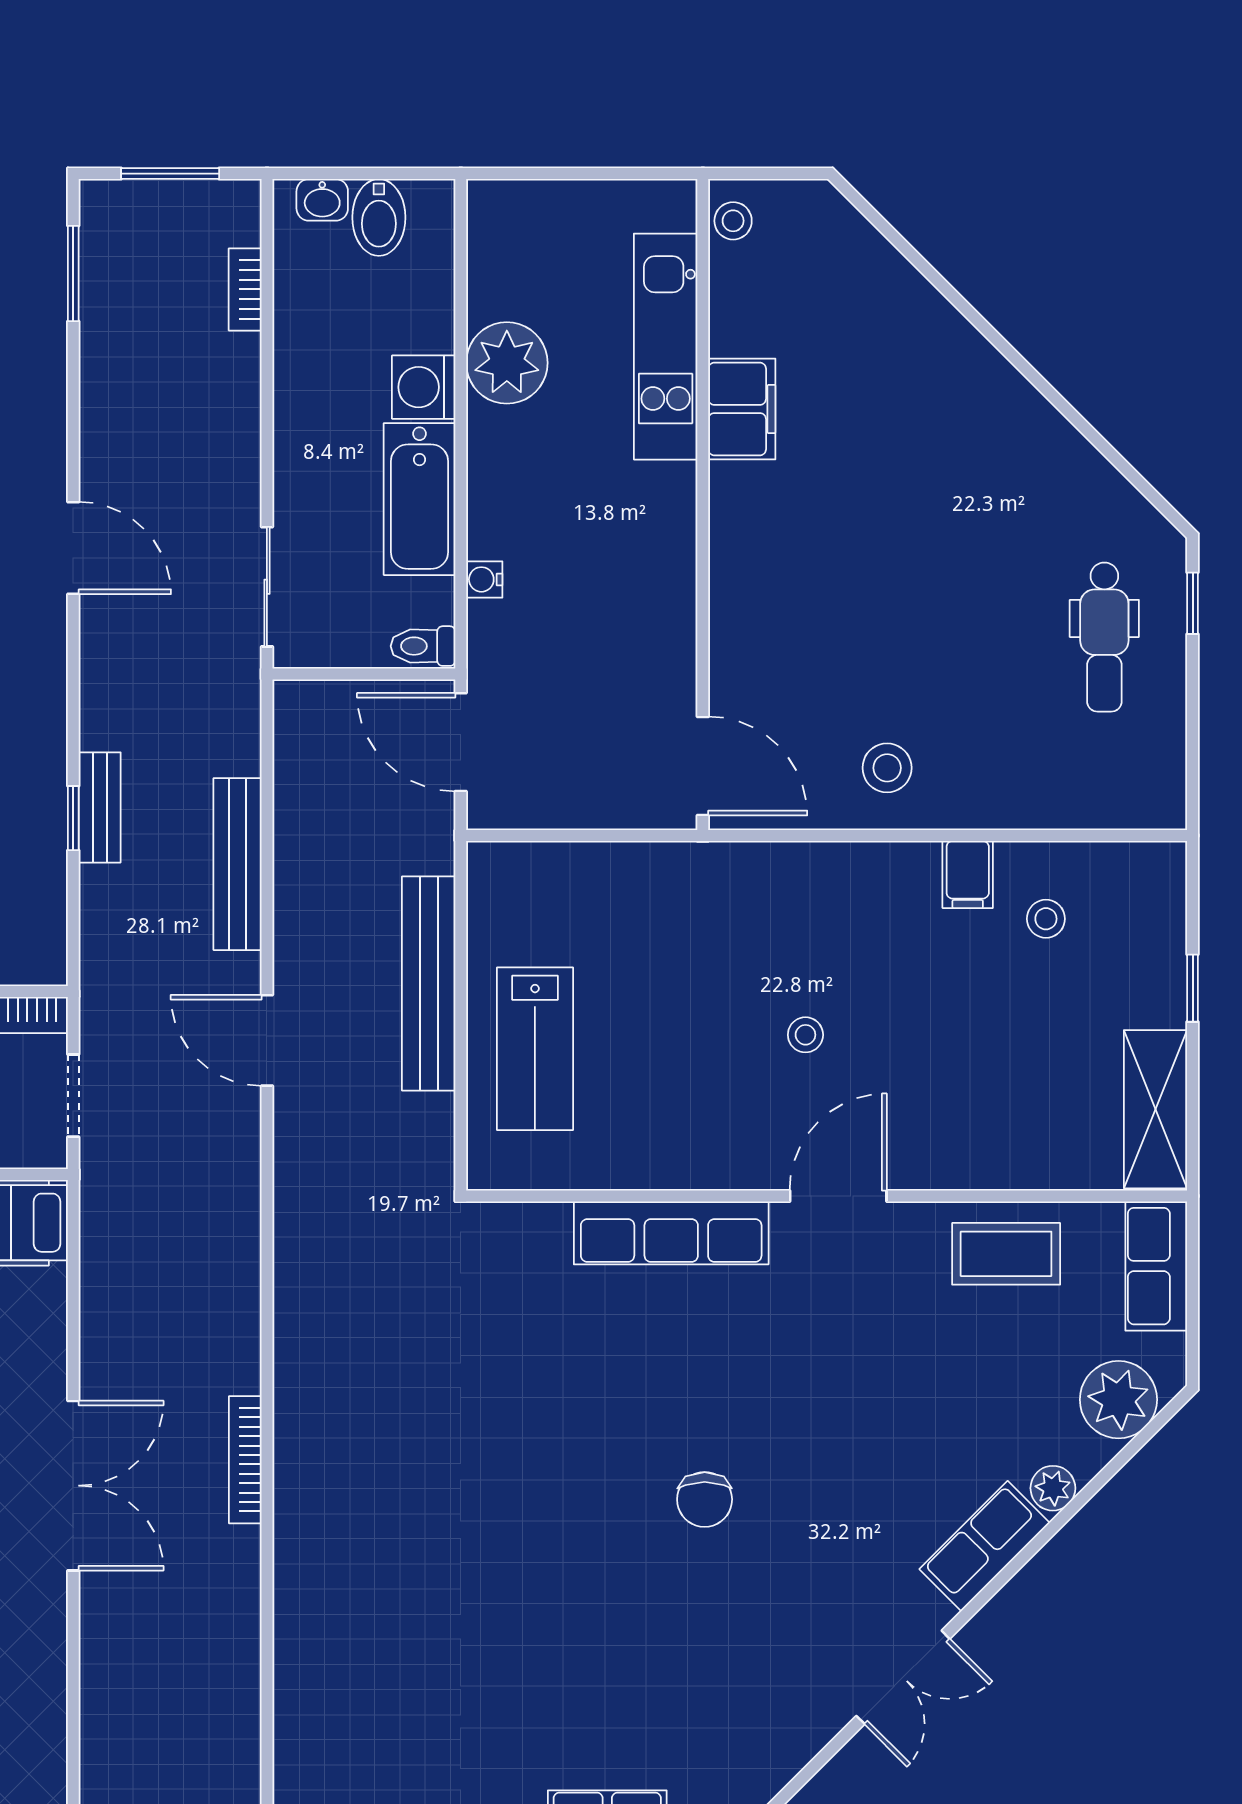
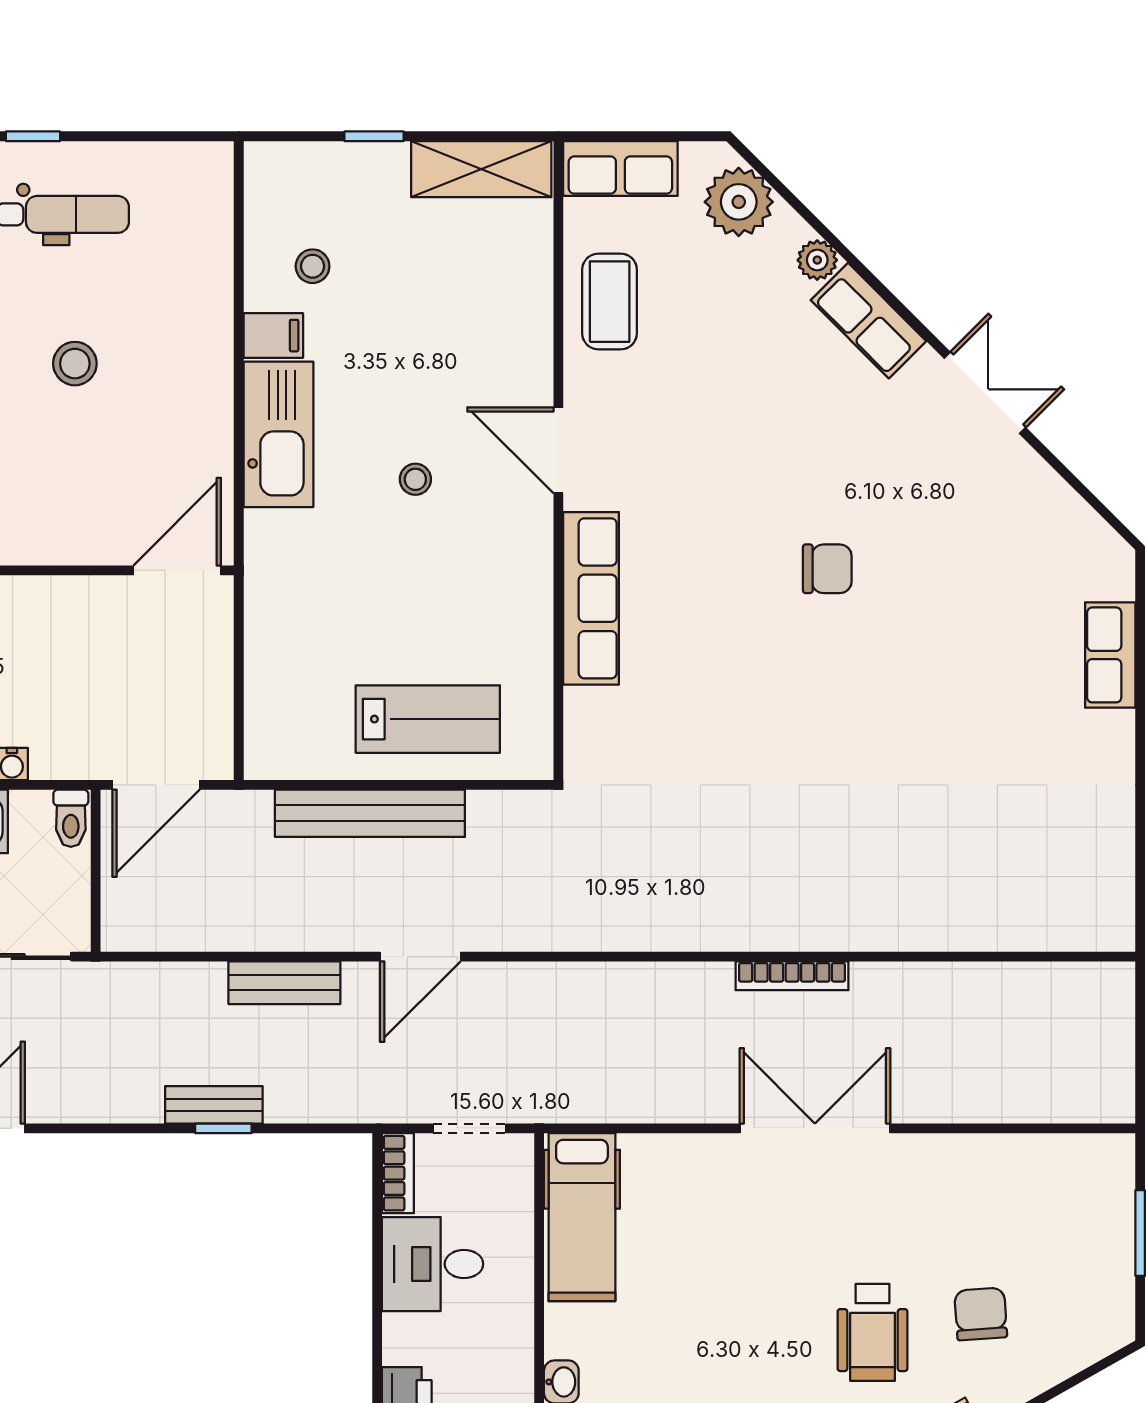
stool: (887, 768) -> (75, 364), moved
bench: (238, 864) -> (284, 983), width x0.73
kitchen sink: (856, 880) -> (278, 434), added

